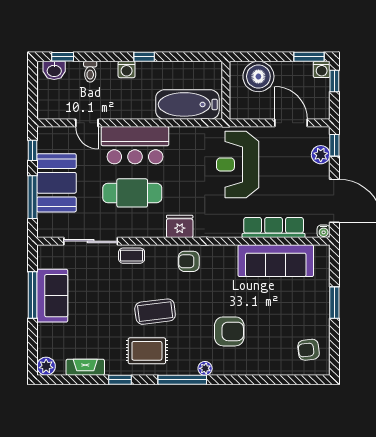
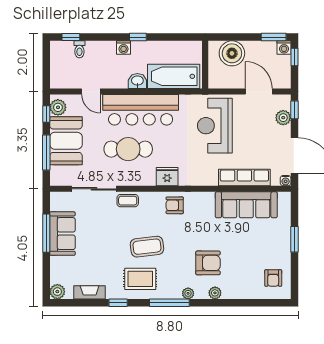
washbasin: (54, 70) -> (137, 81), moved, turned 180
toilet: (90, 72) -> (79, 49), moved
plant: (47, 142) -> (58, 107), added
bar counter: (135, 145) -> (141, 110), width x1.36
armchair: (309, 350) -> (273, 278), turned -83
plant: (238, 368) -> (215, 293), added

